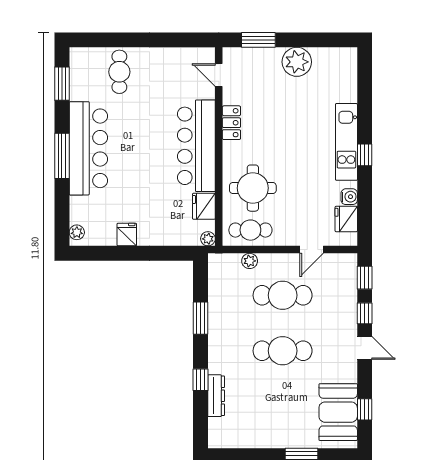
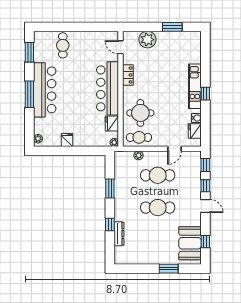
window: (258, 40) -> (172, 27), moved
plant: (297, 62) -> (147, 40), moved

